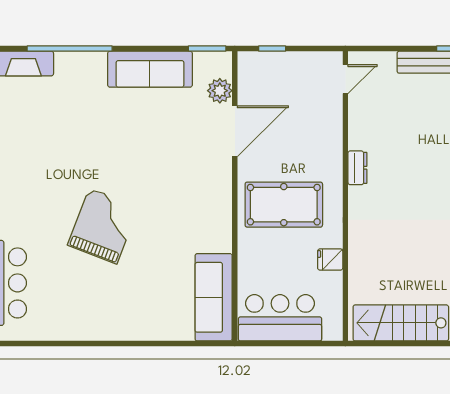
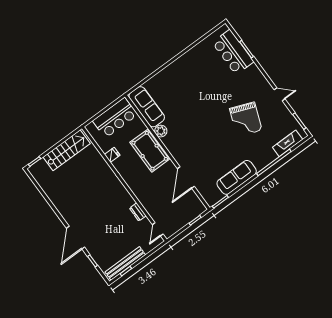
plant: (220, 91) -> (161, 131), moved
dresser: (357, 168) -> (138, 212), moved
pool table: (284, 205) -> (150, 151), moved, turned 90
grand piano: (103, 226) -> (246, 119), moved

